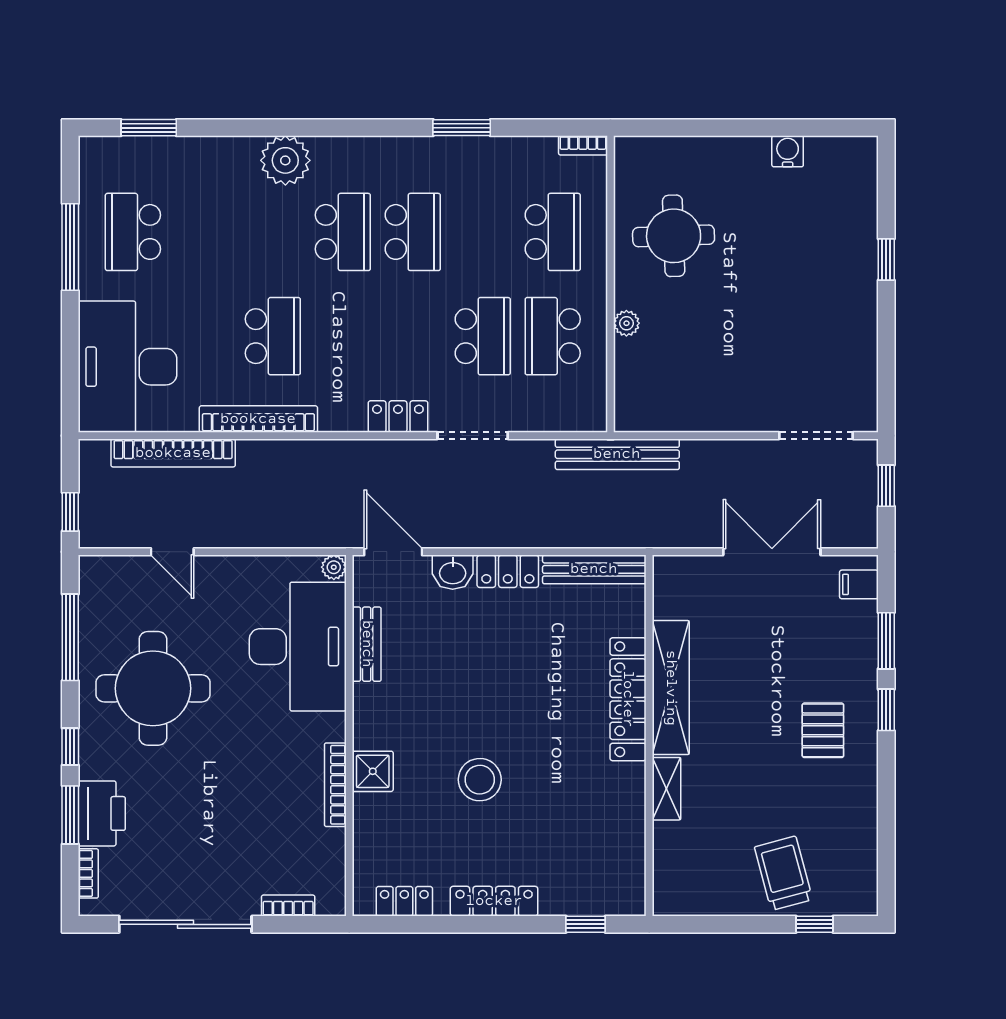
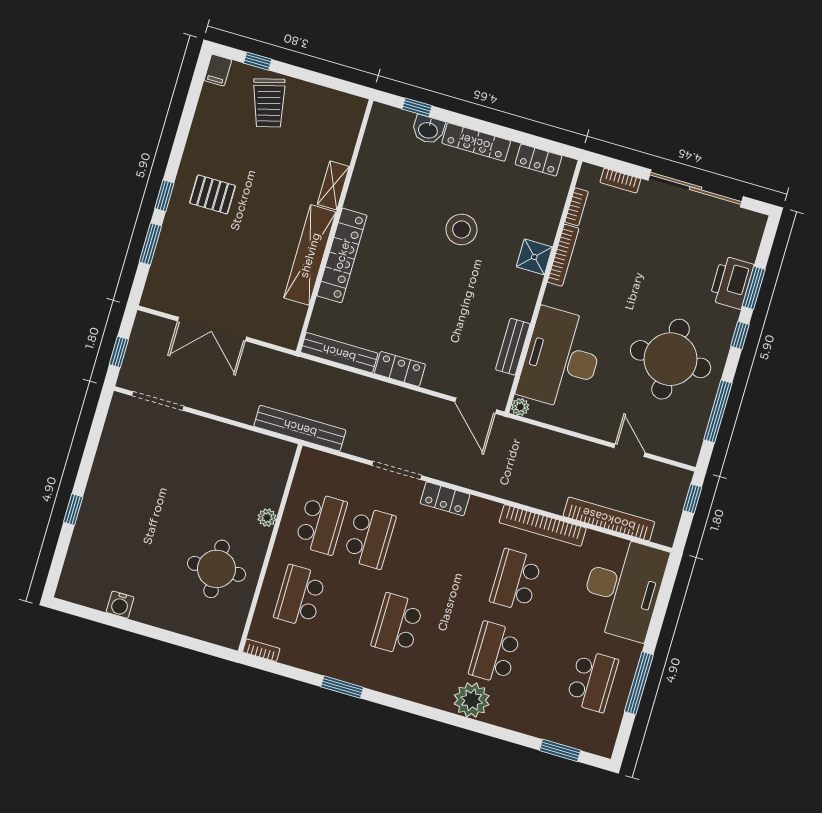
school desk: (343, 232) -> (495, 653), moved
school desk: (483, 336) -> (370, 538), turned 180
washbasin: (453, 572) -> (428, 130), moved, turned 180
filing cabinet: (859, 584) -> (218, 70), moved, turned 90
pallet: (823, 730) -> (213, 194), turned 90
bookcase: (88, 873) -> (577, 207), moved, turned 180

